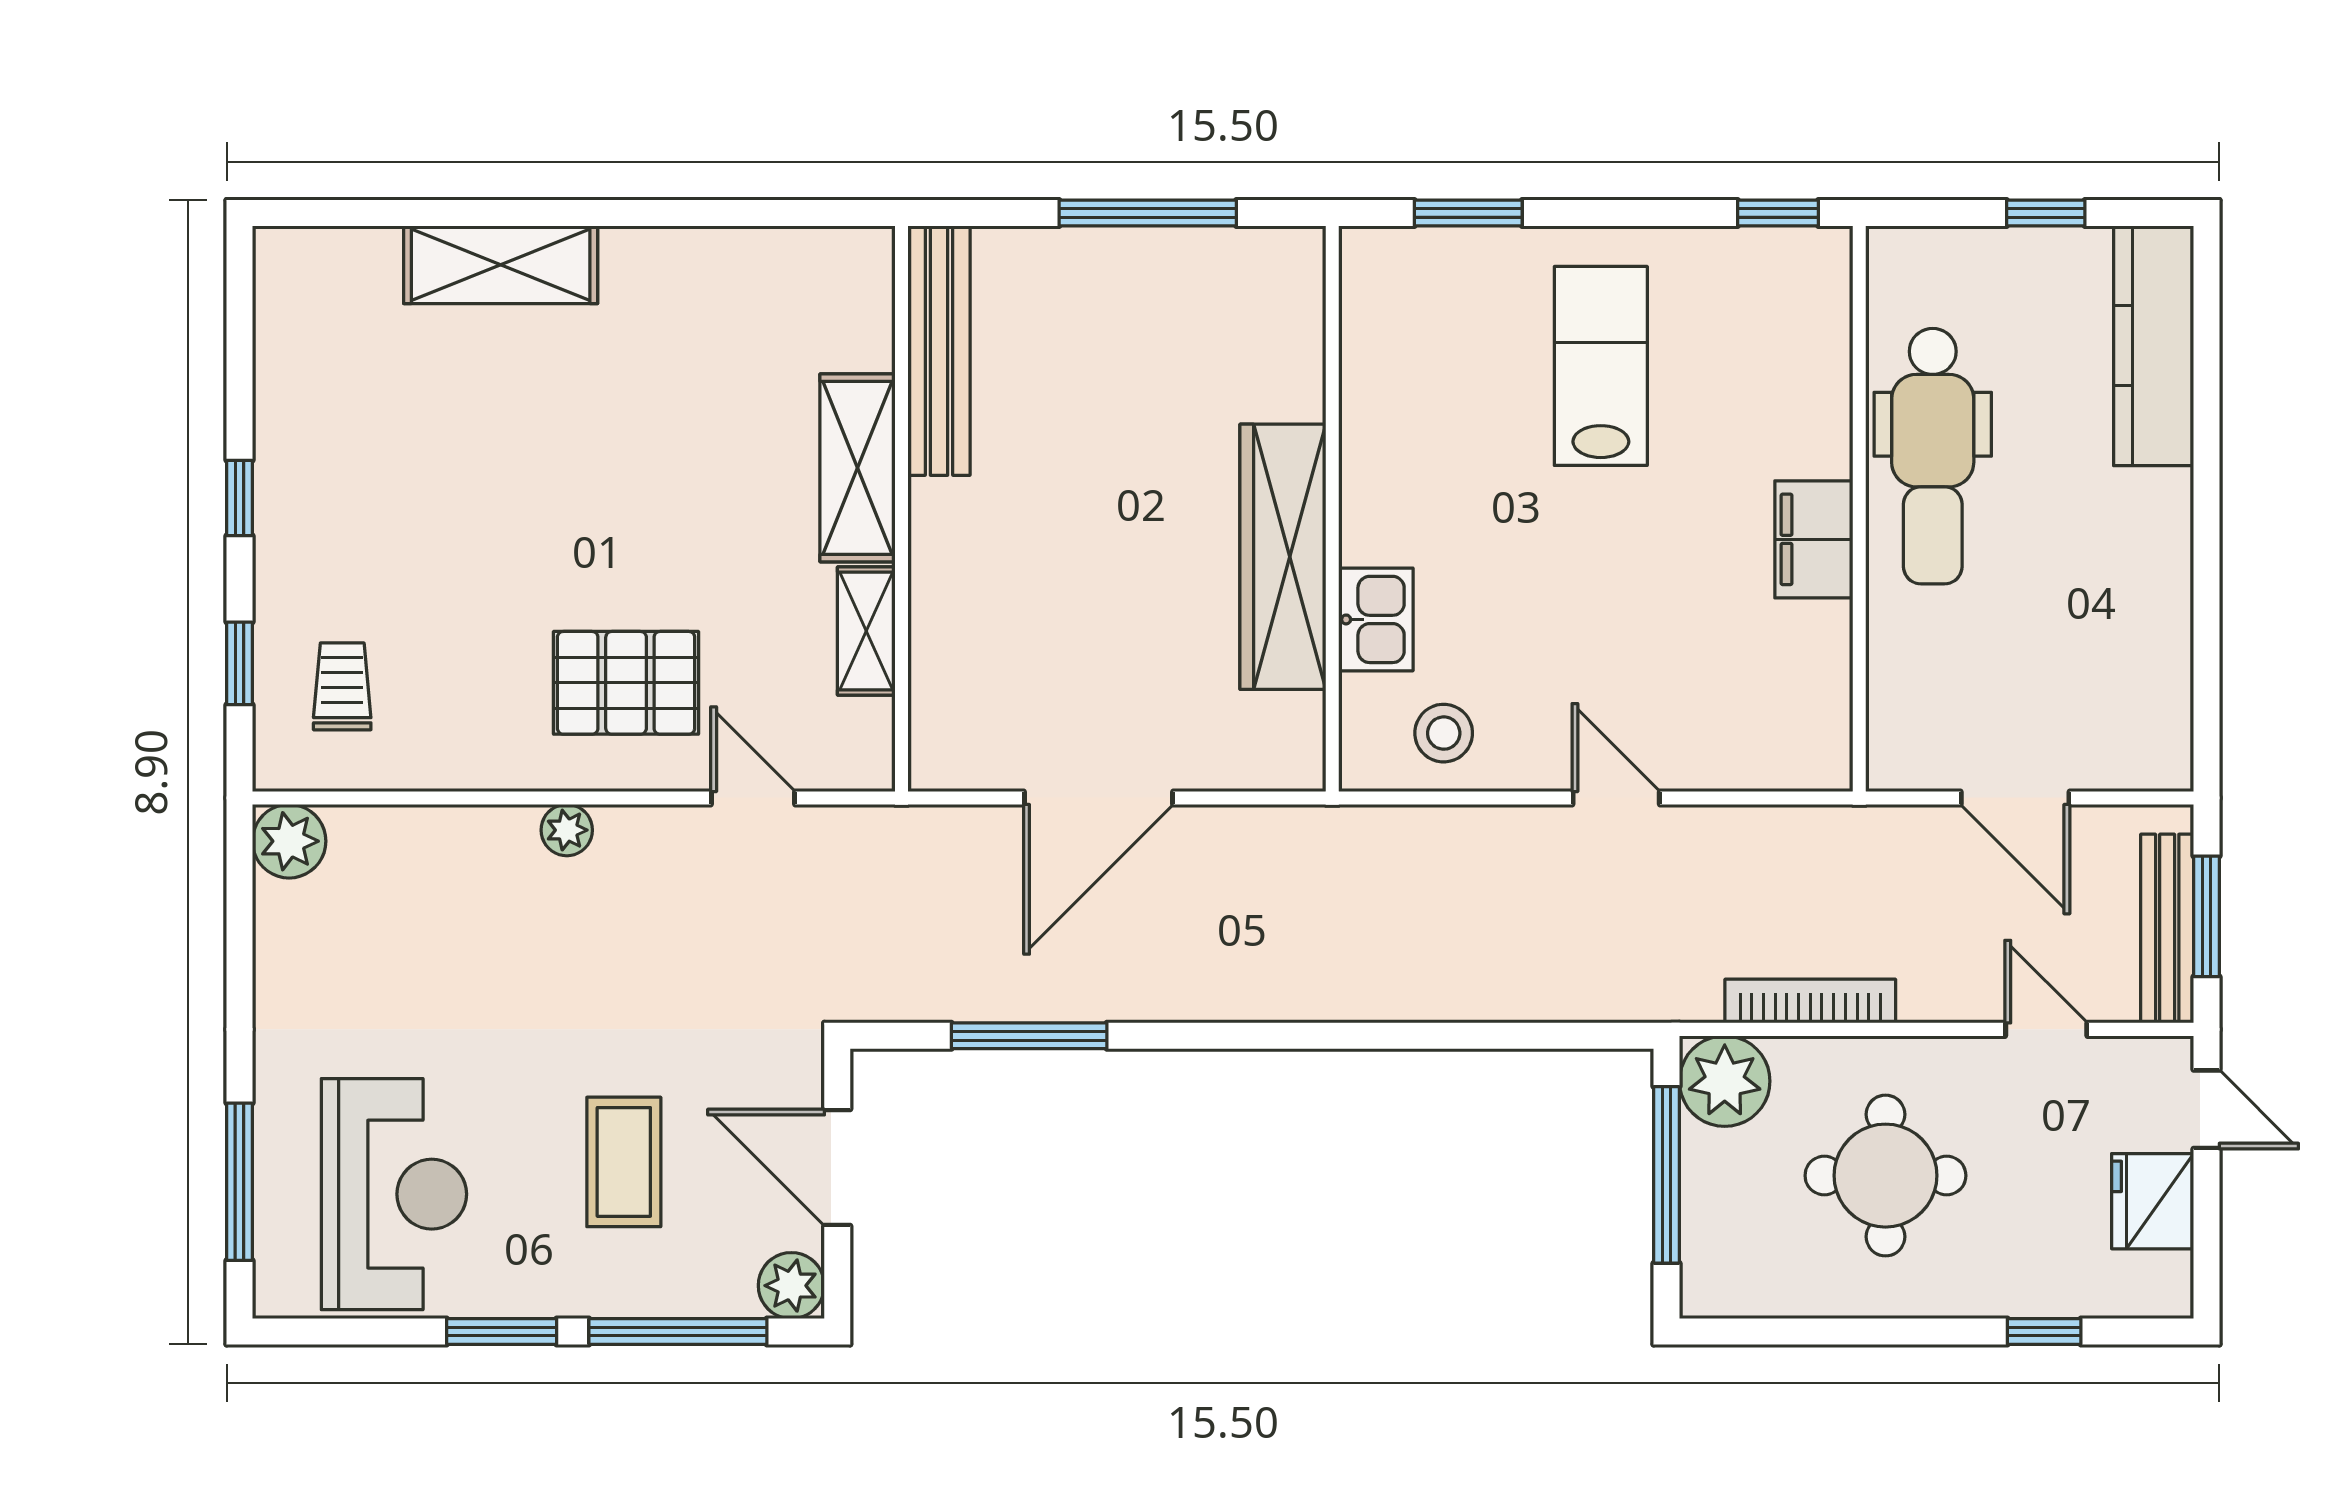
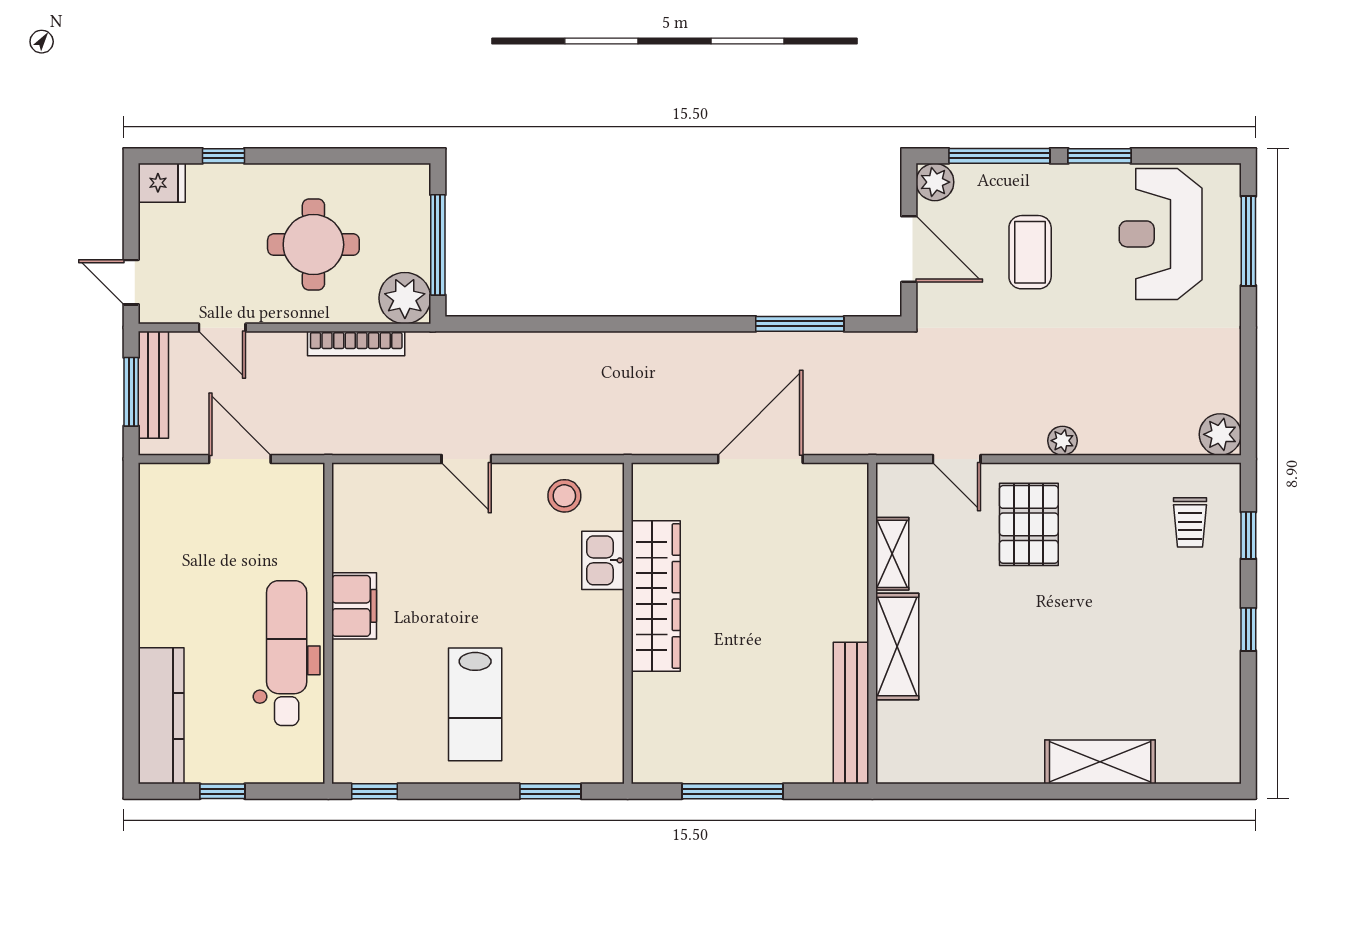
pallet: (626, 683) -> (1029, 524), turned 90
fridge: (2153, 1201) -> (162, 183), moved, width x0.72

